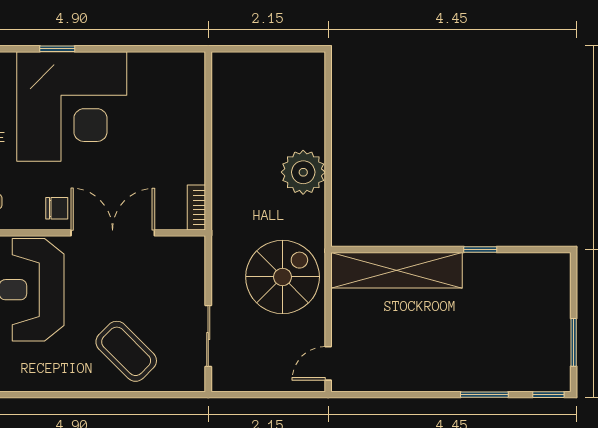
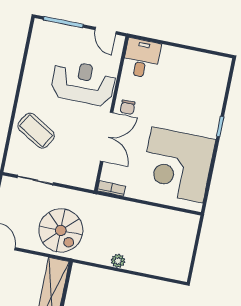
corner desk: (72, 106) -> (177, 165), moved
plant: (303, 172) -> (118, 261), width x0.53, depth x0.53
coffee table: (126, 351) -> (36, 131), turned 76

